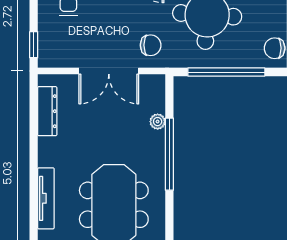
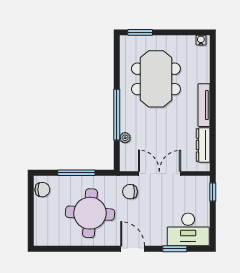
window: (226, 72) -> (76, 173), width x0.68
tv unit: (46, 198) -> (204, 105), moved

